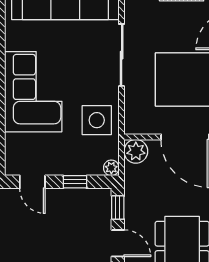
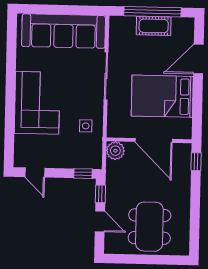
side table: (97, 120) -> (86, 126), width x0.54, depth x0.54
plant: (111, 168) -> (96, 163), removed
window: (75, 182) -> (83, 174), moved

